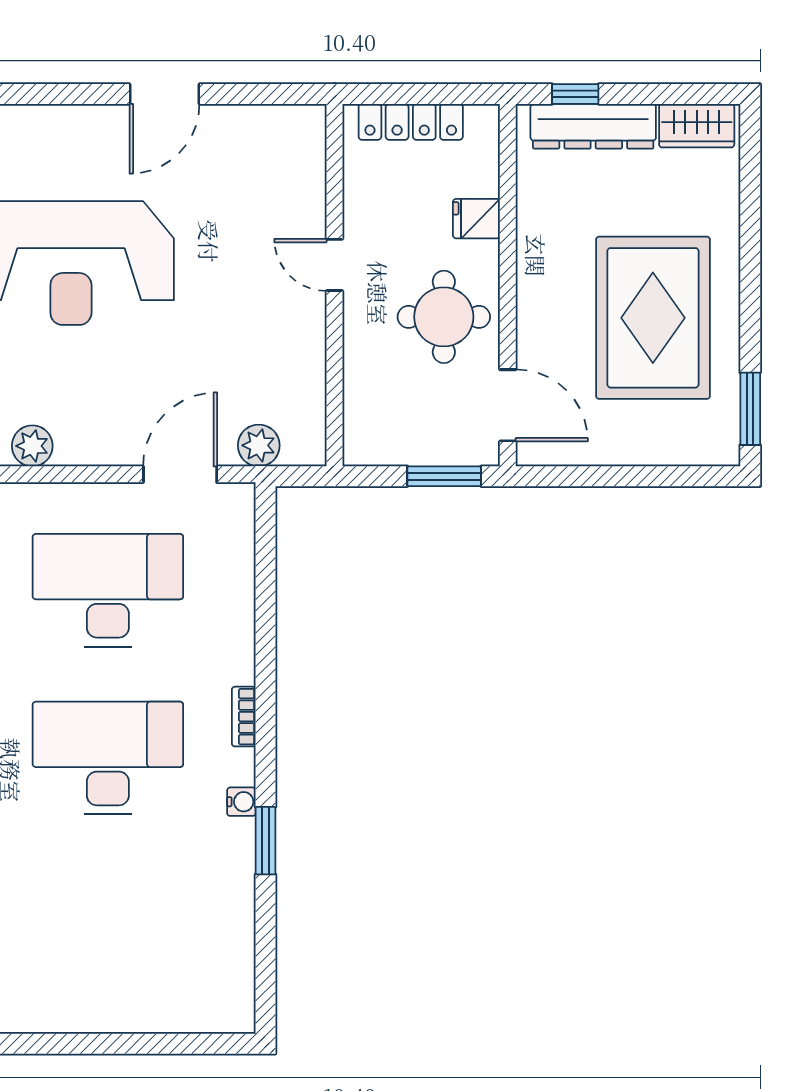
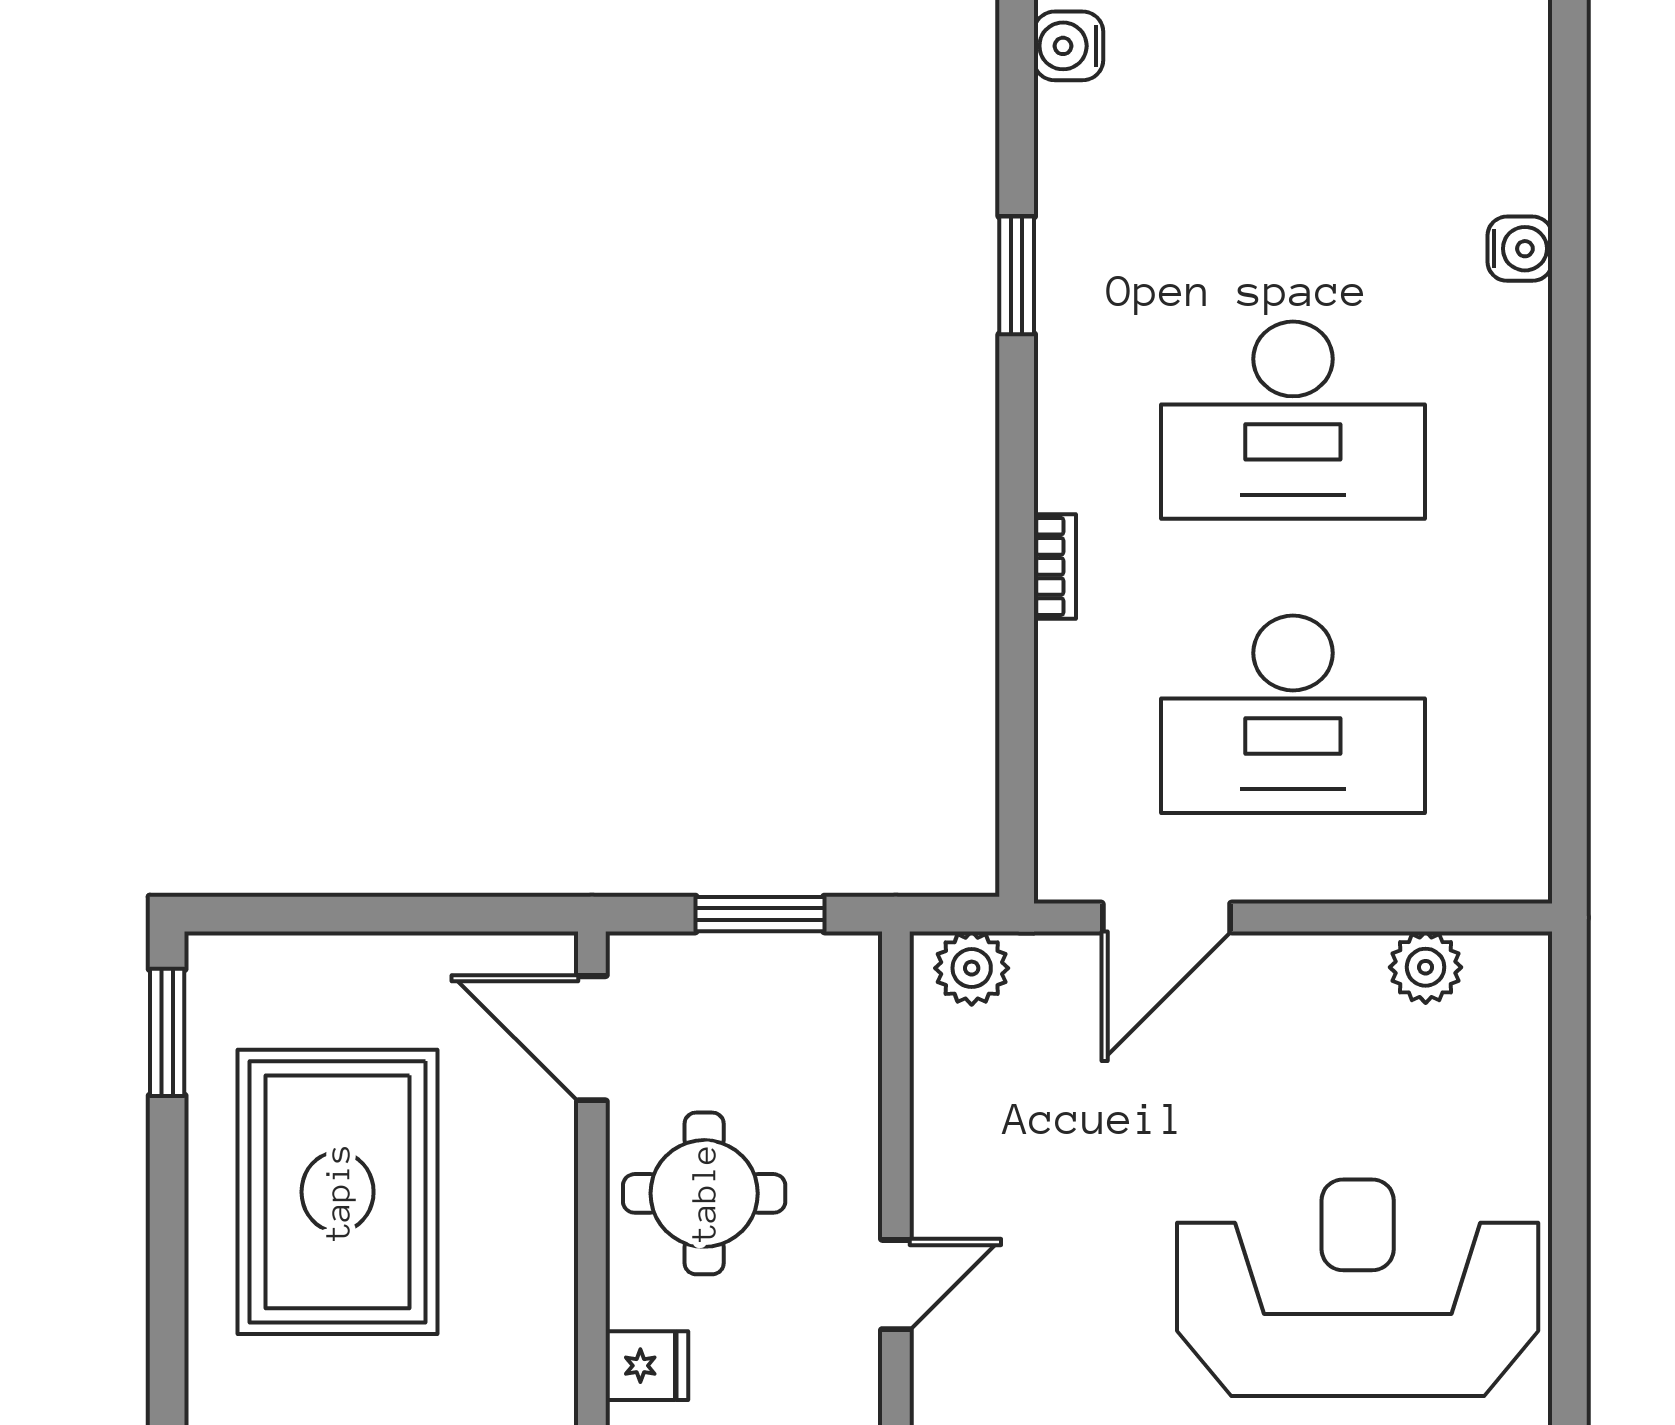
door: (334, 265) -> (896, 1285), hinge flipped
plant: (259, 445) -> (972, 968), moved
window: (444, 476) -> (760, 914), moved
bookcase: (244, 717) -> (1055, 566), moved
water cooler: (241, 802) -> (1069, 46), moved, width x1.38, depth x1.38

